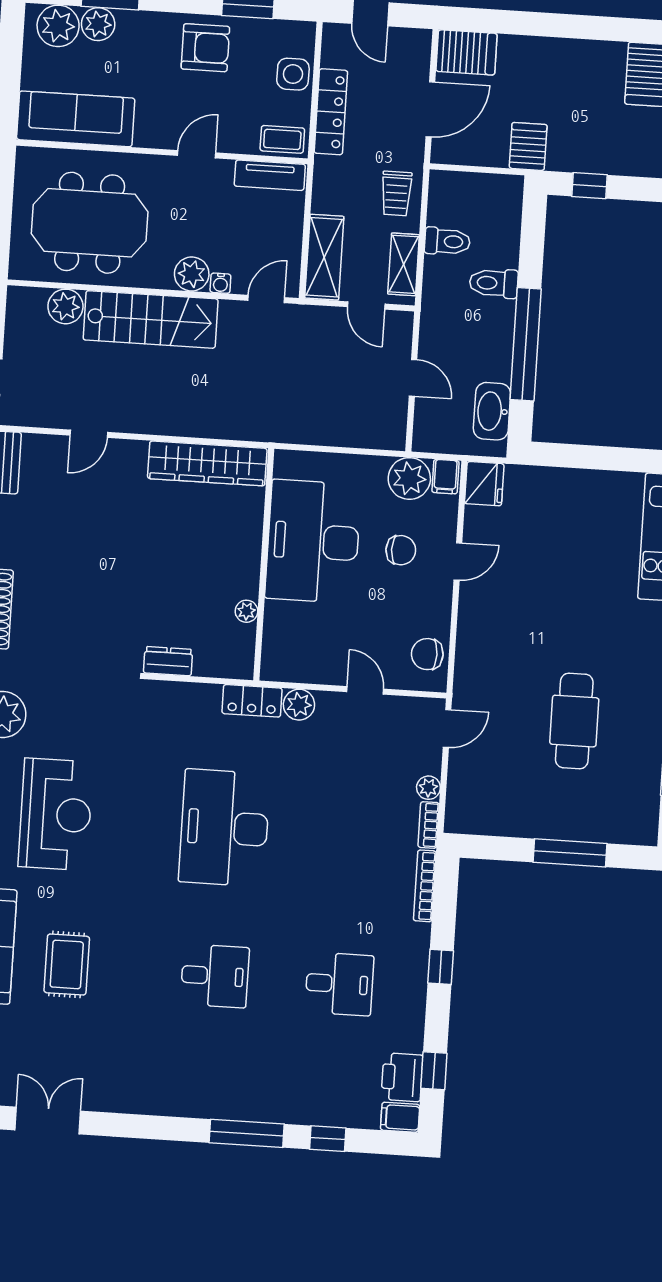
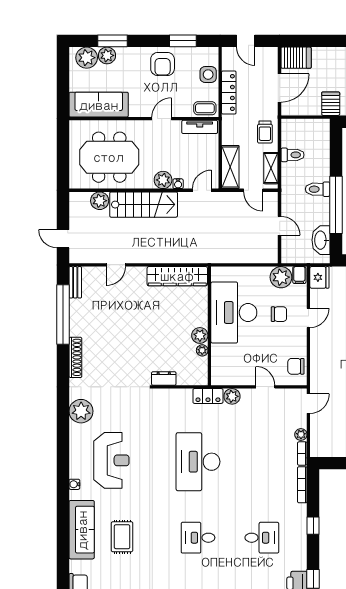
armchair: (205, 48) -> (163, 64), turned 90
toilet: (494, 283) -> (318, 189), moved
plant: (244, 582) -> (200, 335), added
desk: (215, 976) -> (198, 538), turned 180

